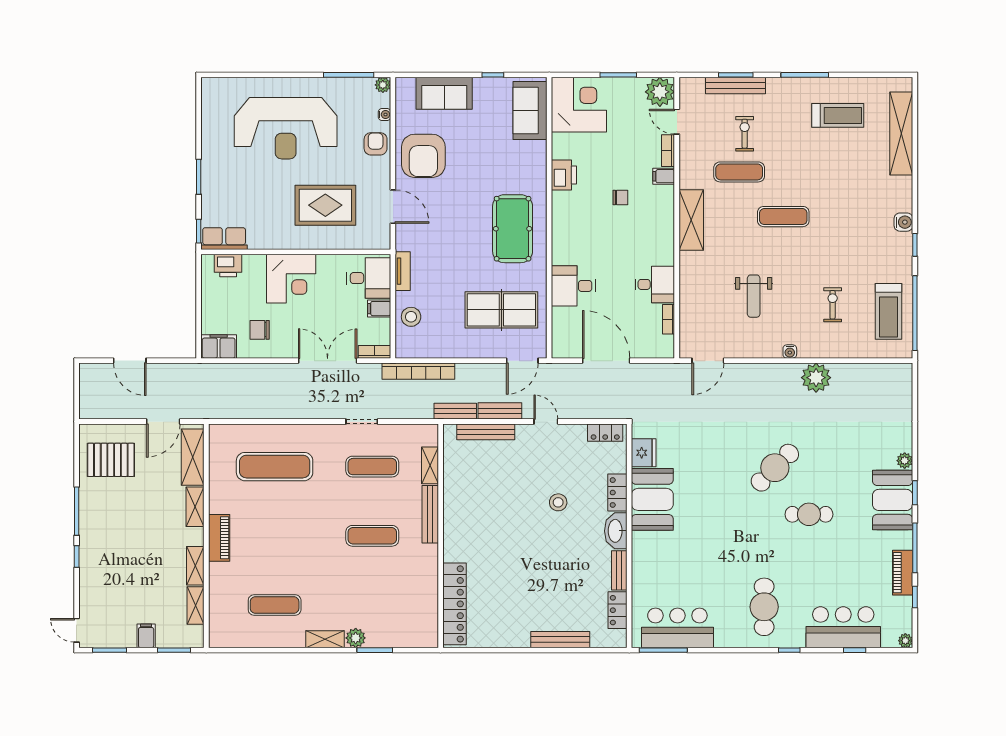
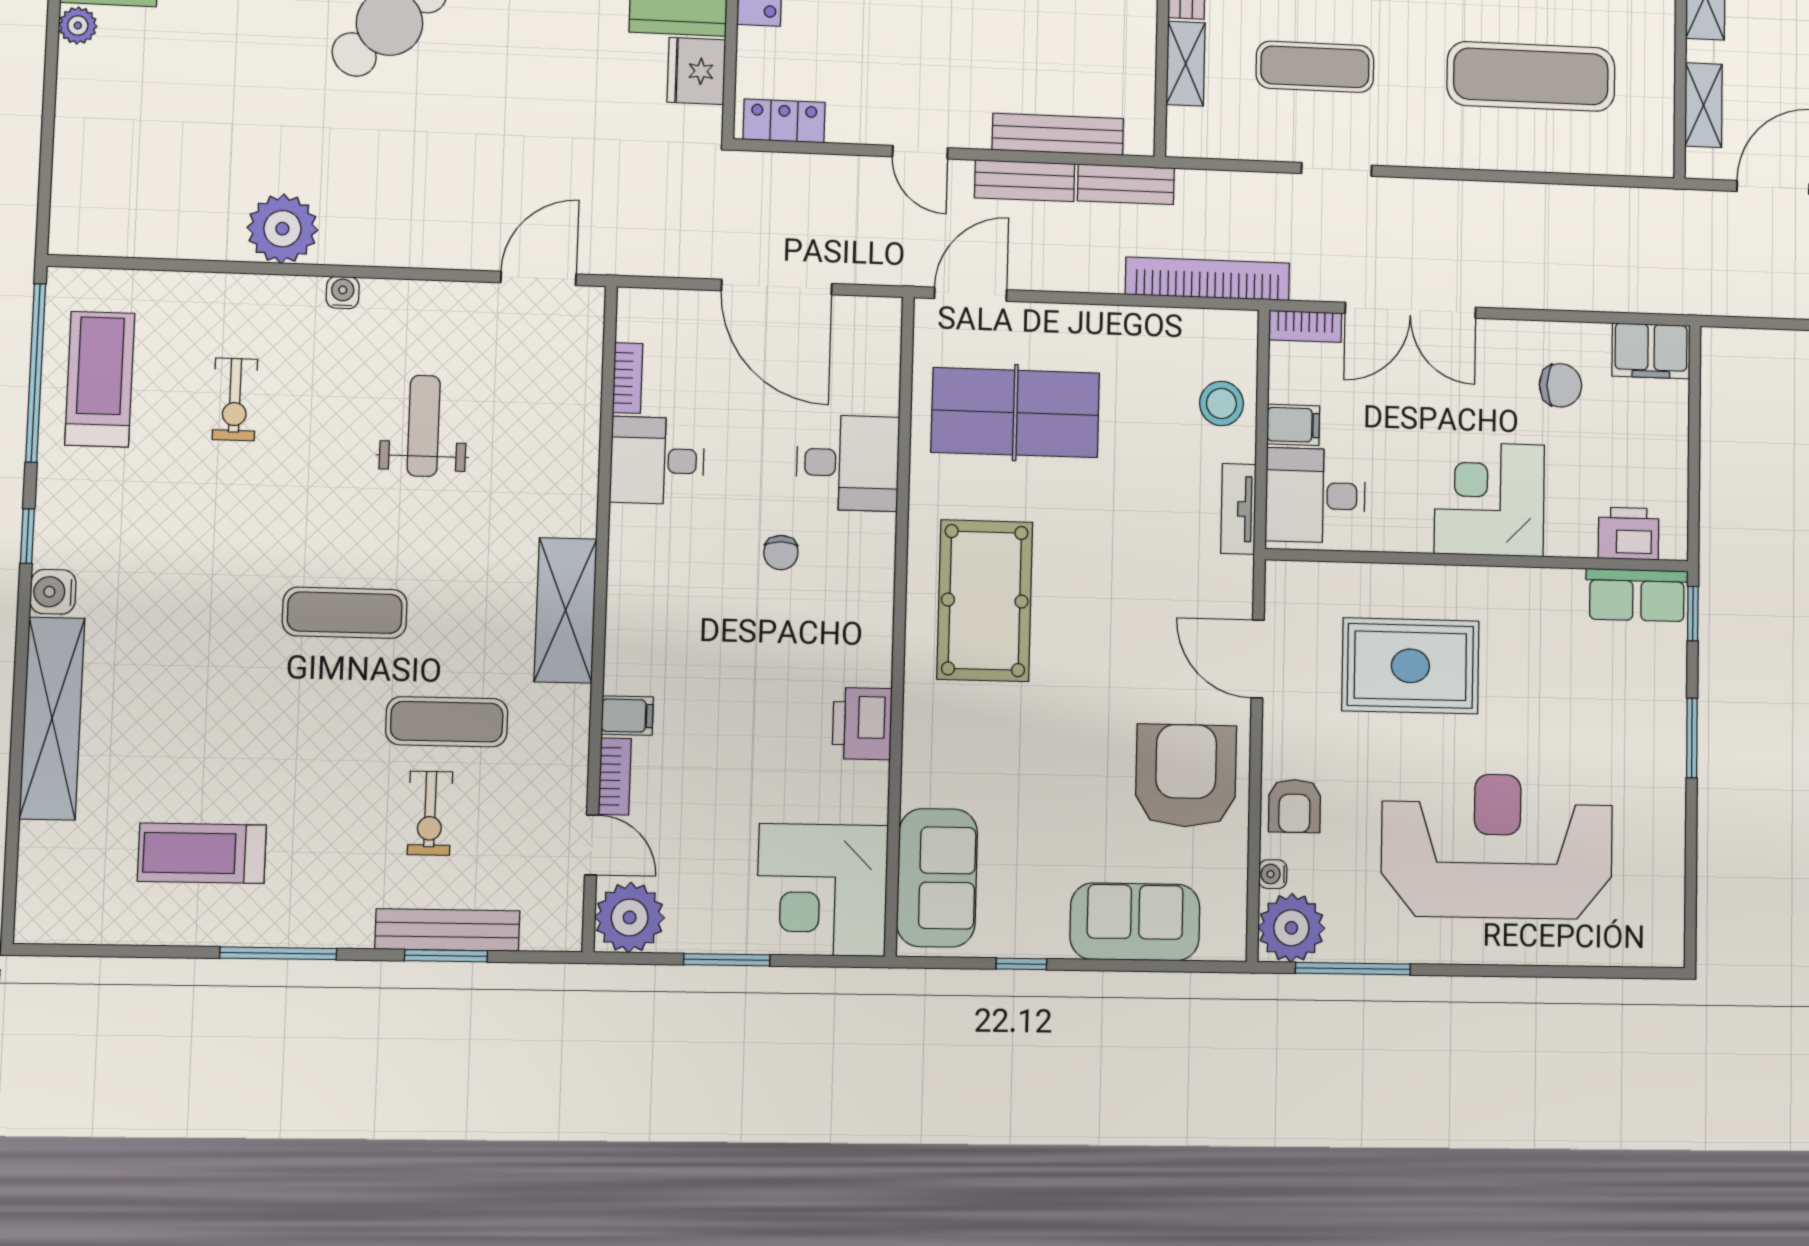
plant: (383, 85) -> (1291, 928), width x1.88, depth x1.88
shelving: (901, 134) -> (52, 718), moved
chair: (620, 197) -> (781, 553), moved, turned -90
shelving: (193, 457) -> (1704, 105), width x0.67, depth x0.75

